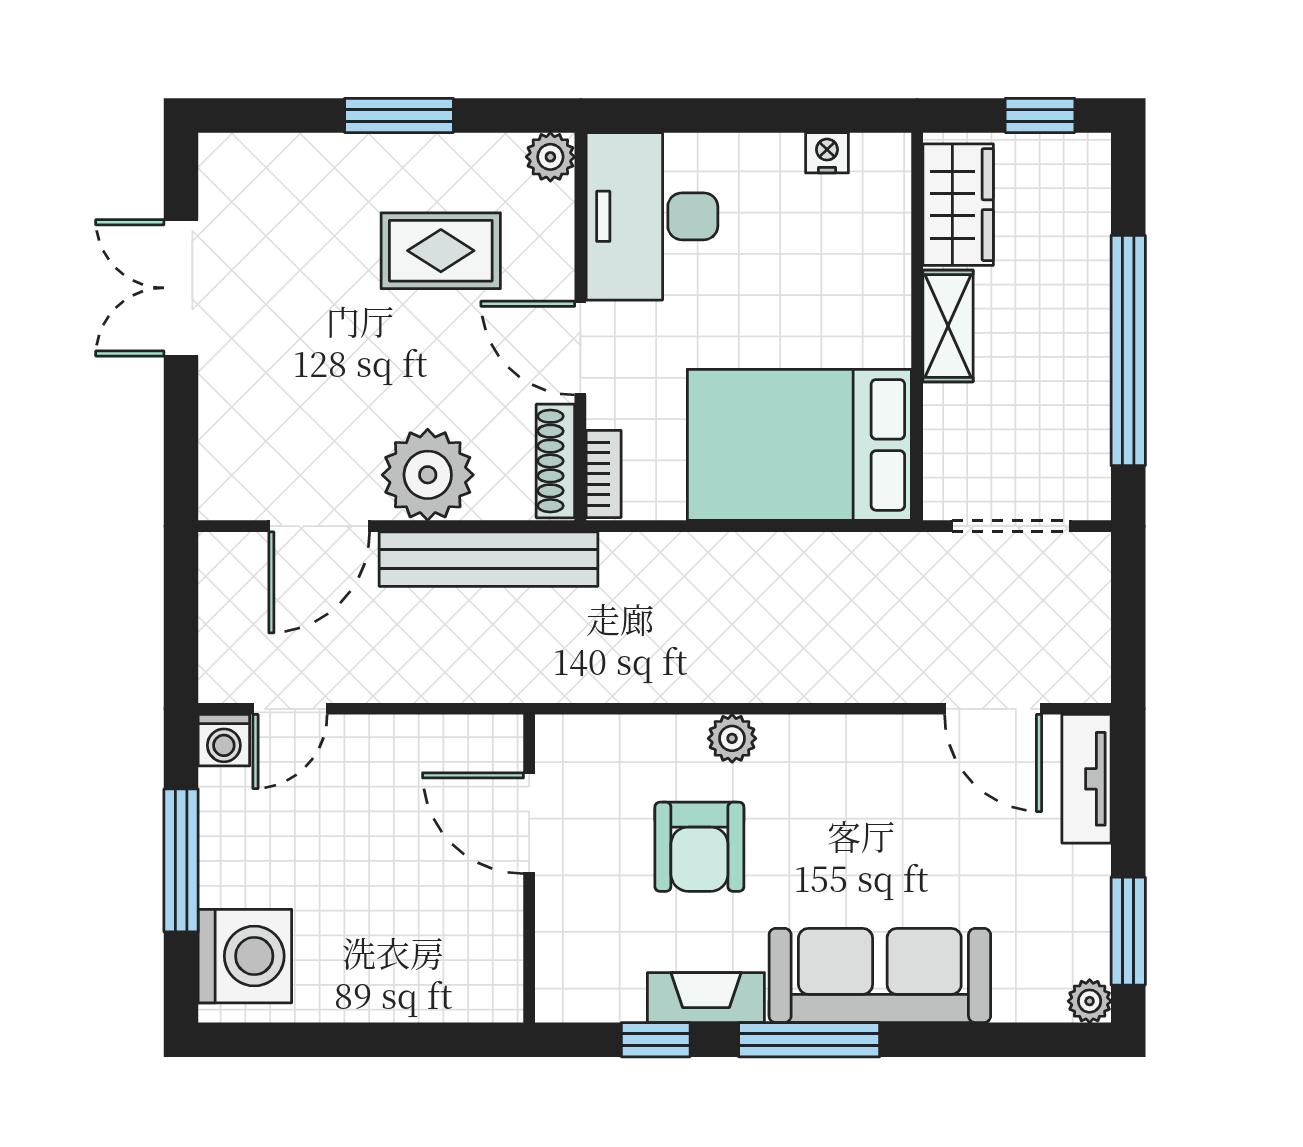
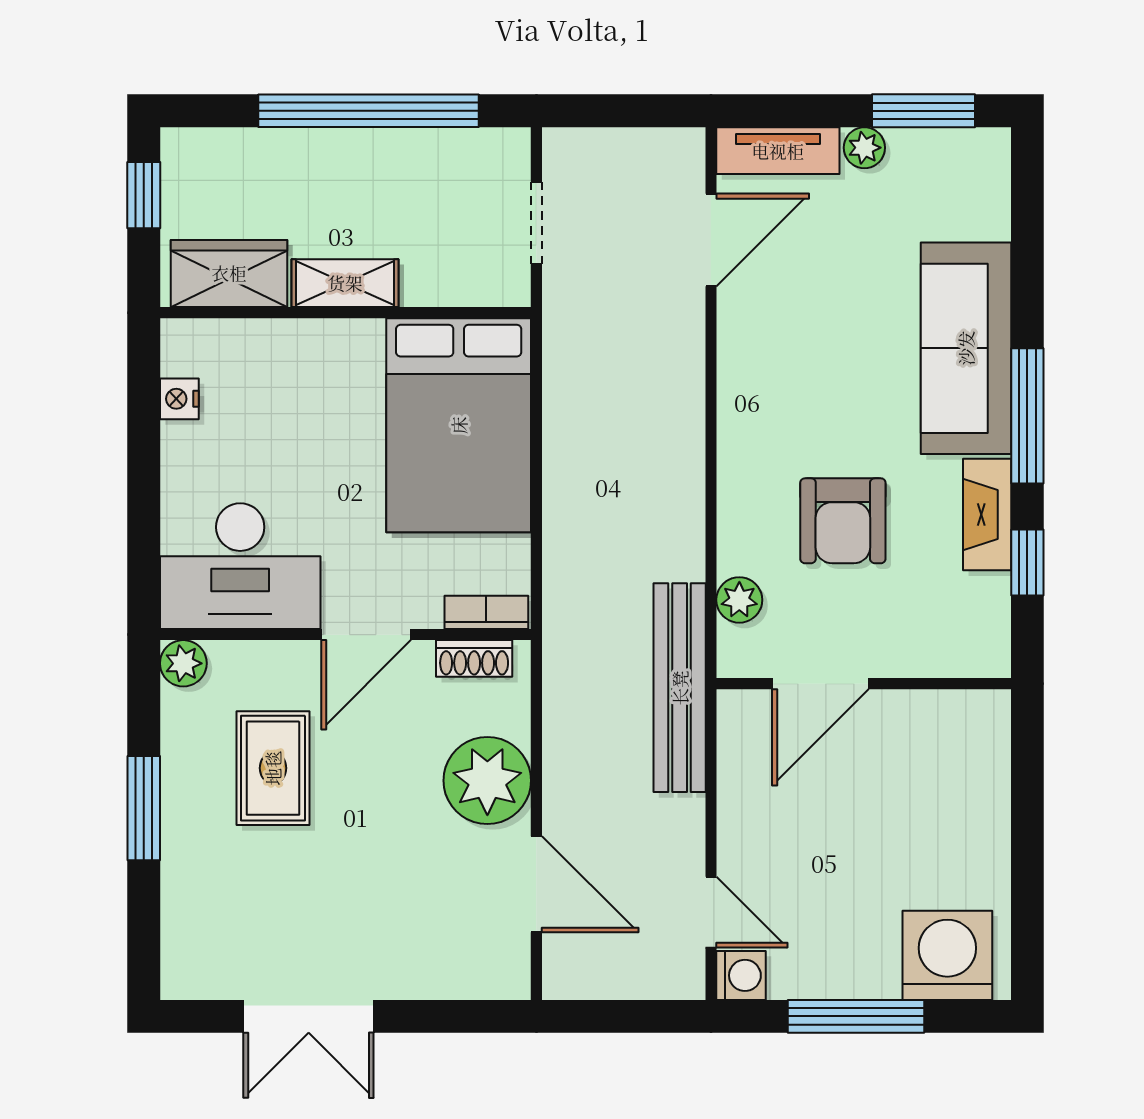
shoe rack: (555, 461) -> (474, 658), width x0.70
doorway: (1011, 526) -> (536, 223), width x0.73
bench: (489, 559) -> (680, 688), moved
plant: (732, 738) -> (739, 600), moved
armchair: (699, 847) -> (843, 521), turned 90
plant: (1090, 1001) -> (864, 148), moved

